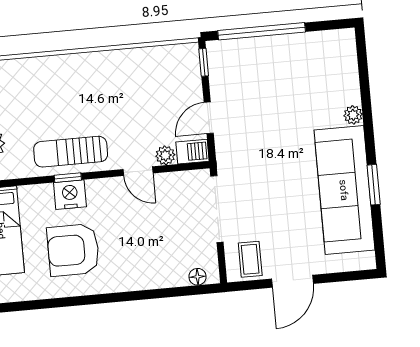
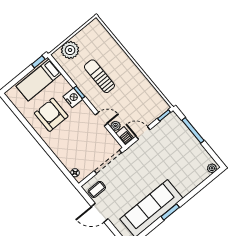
window: (262, 31) -> (193, 130), width x0.68
plant: (353, 115) -> (212, 168), moved
sun lounger: (71, 152) -> (99, 76), moved
door: (138, 171) -> (101, 119), swing flipped
window: (374, 185) -> (170, 212), moved

